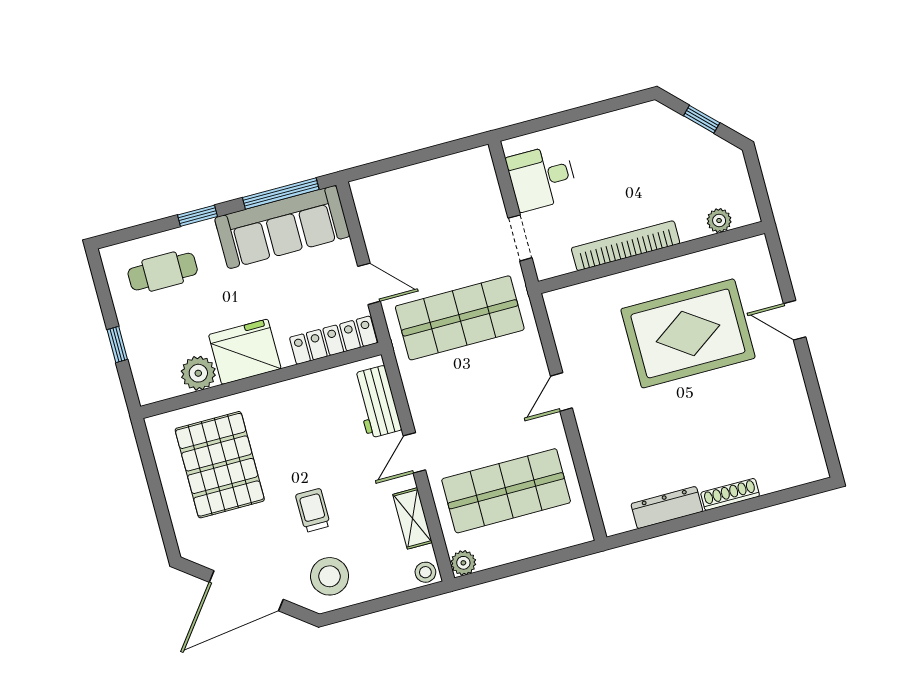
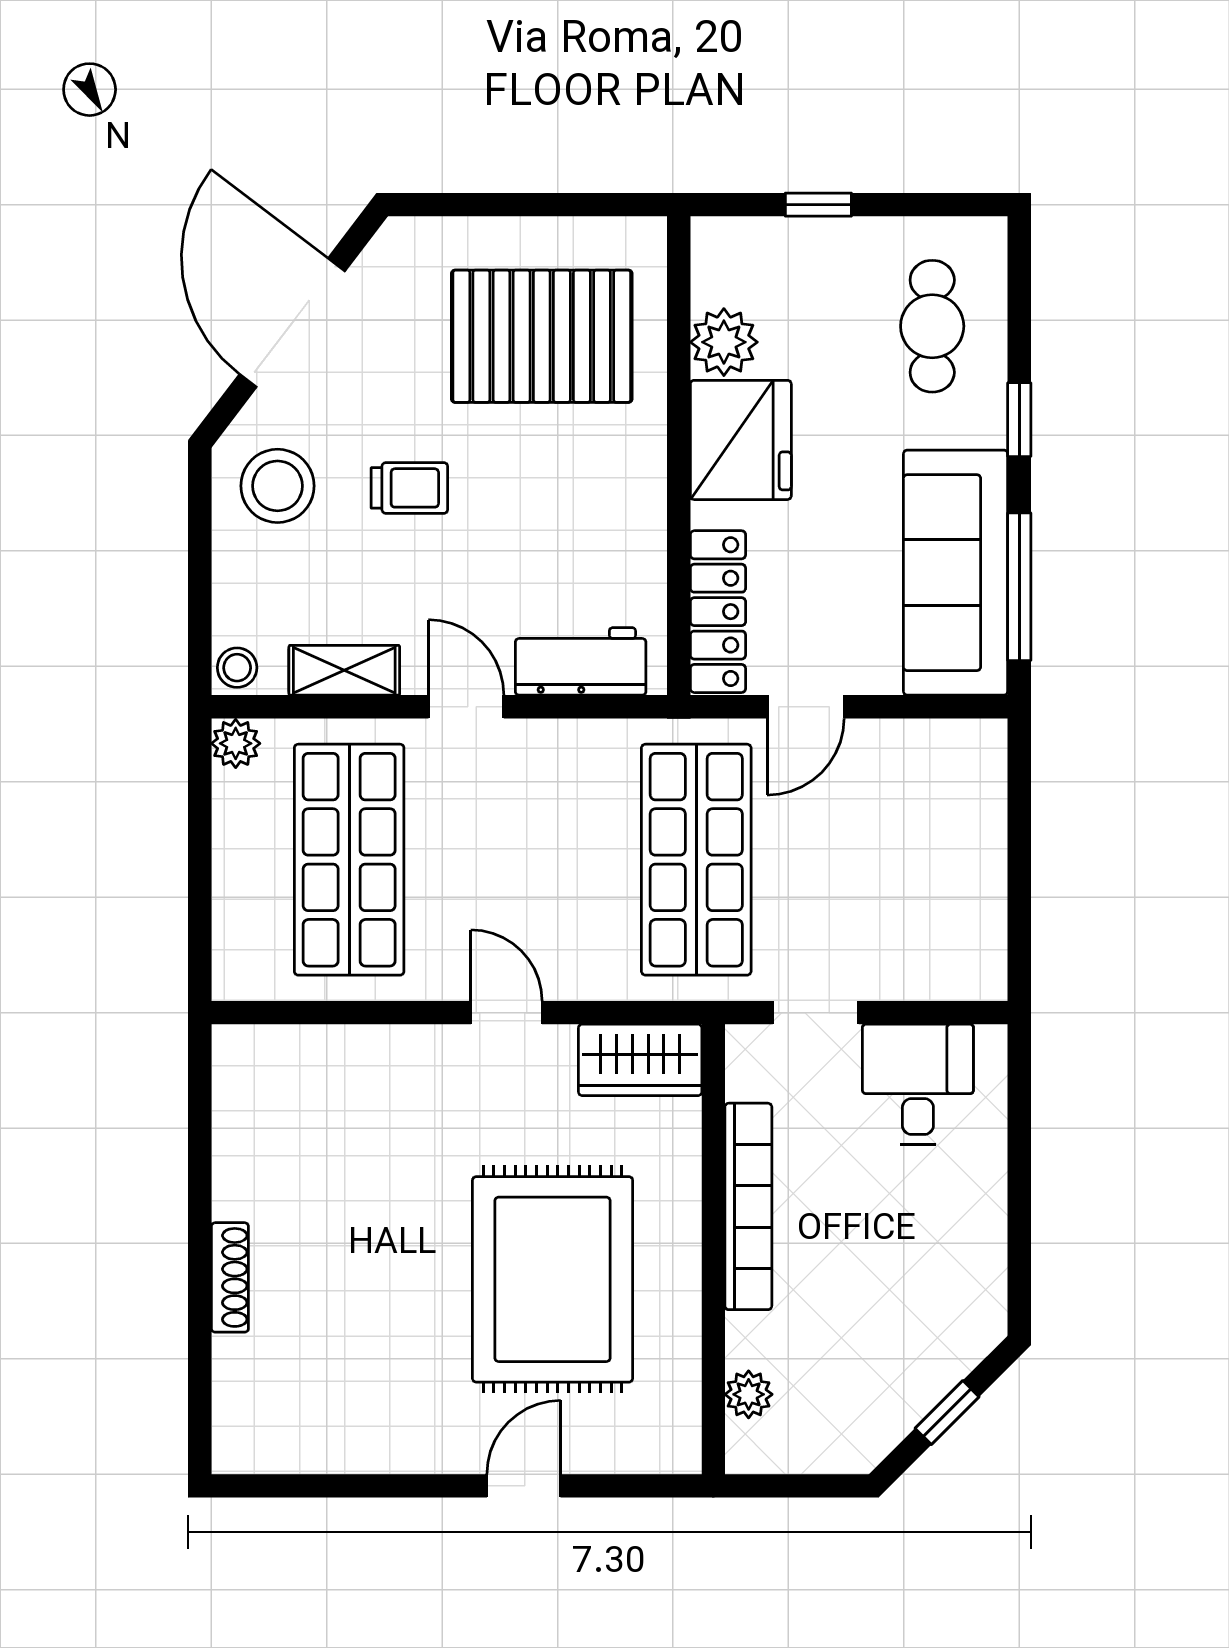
wardrobe: (567, 319) -> (640, 1060), added
dresser: (667, 508) -> (237, 1152), removed

